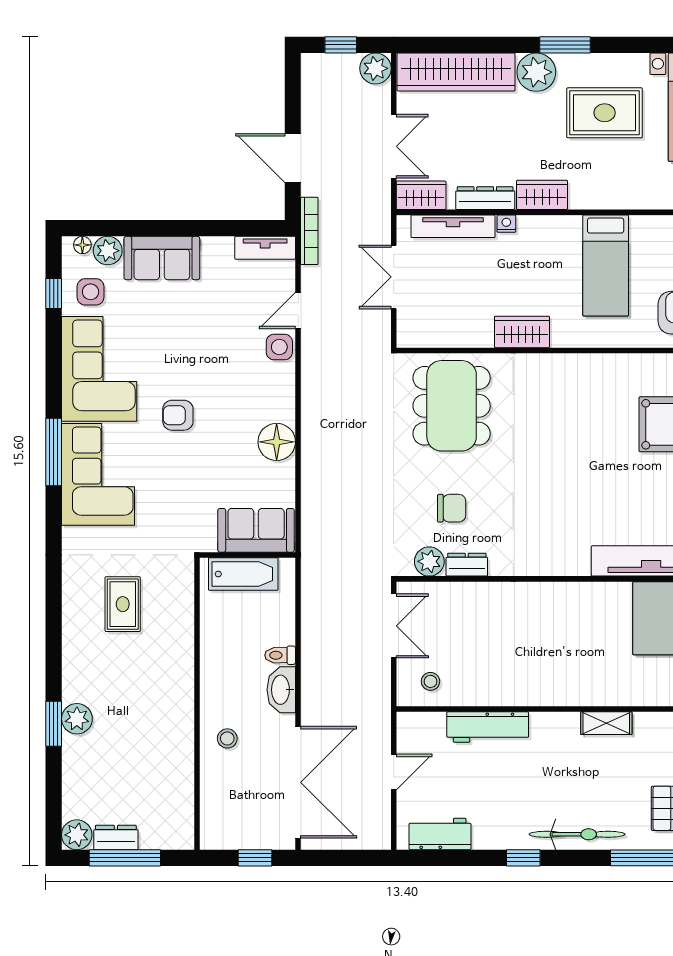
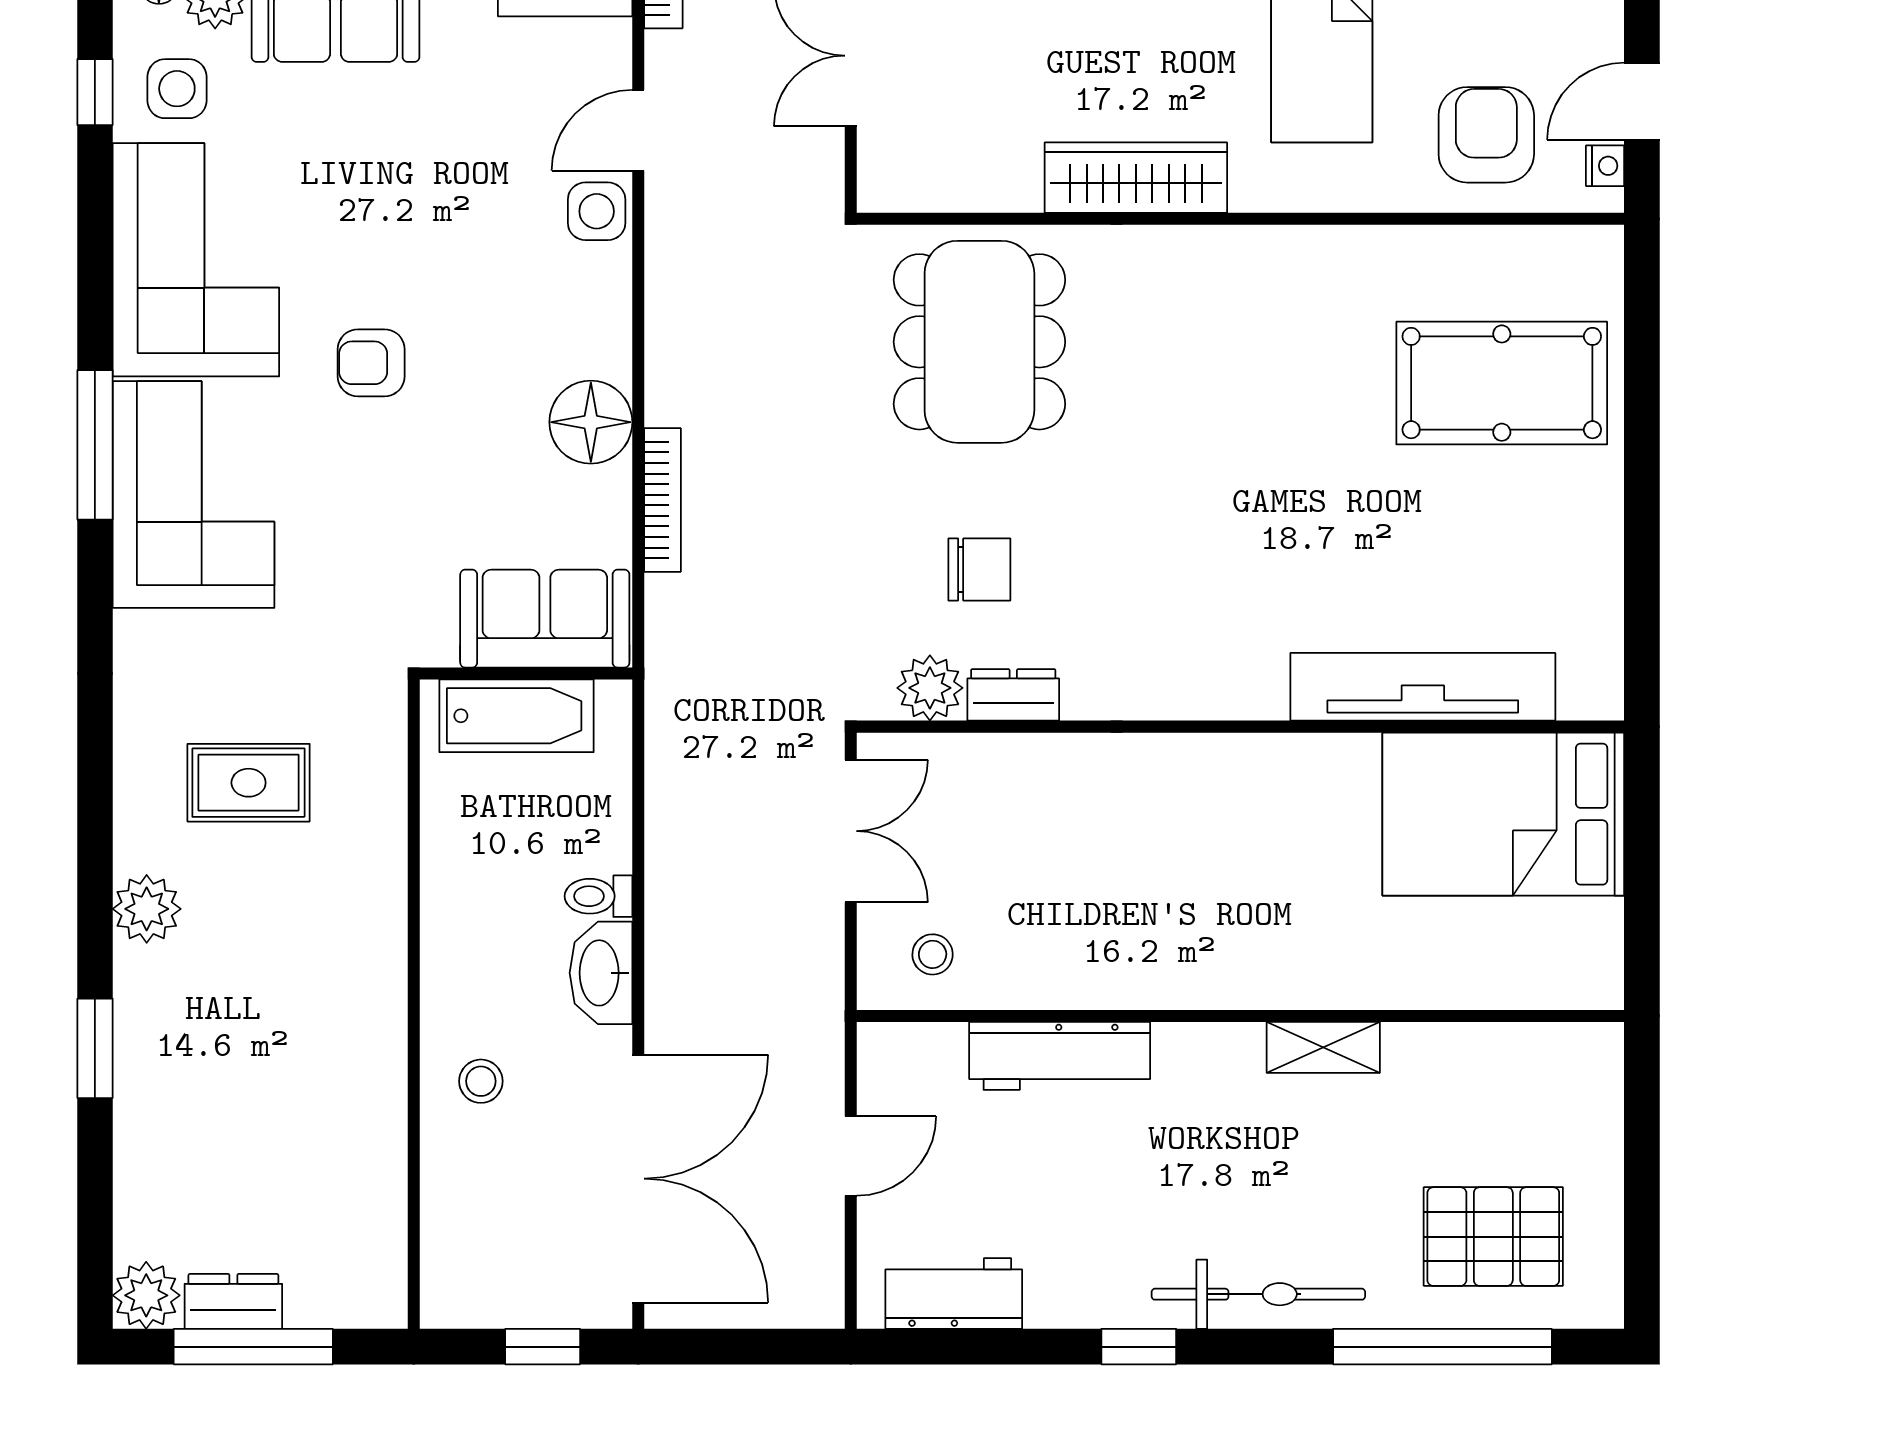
wardrobe: (522, 332) -> (1136, 178), width x1.50
bookcase: (309, 477) -> (662, 500), added
rug: (123, 604) -> (249, 783), turned 90
plant: (77, 719) -> (147, 909), moved

